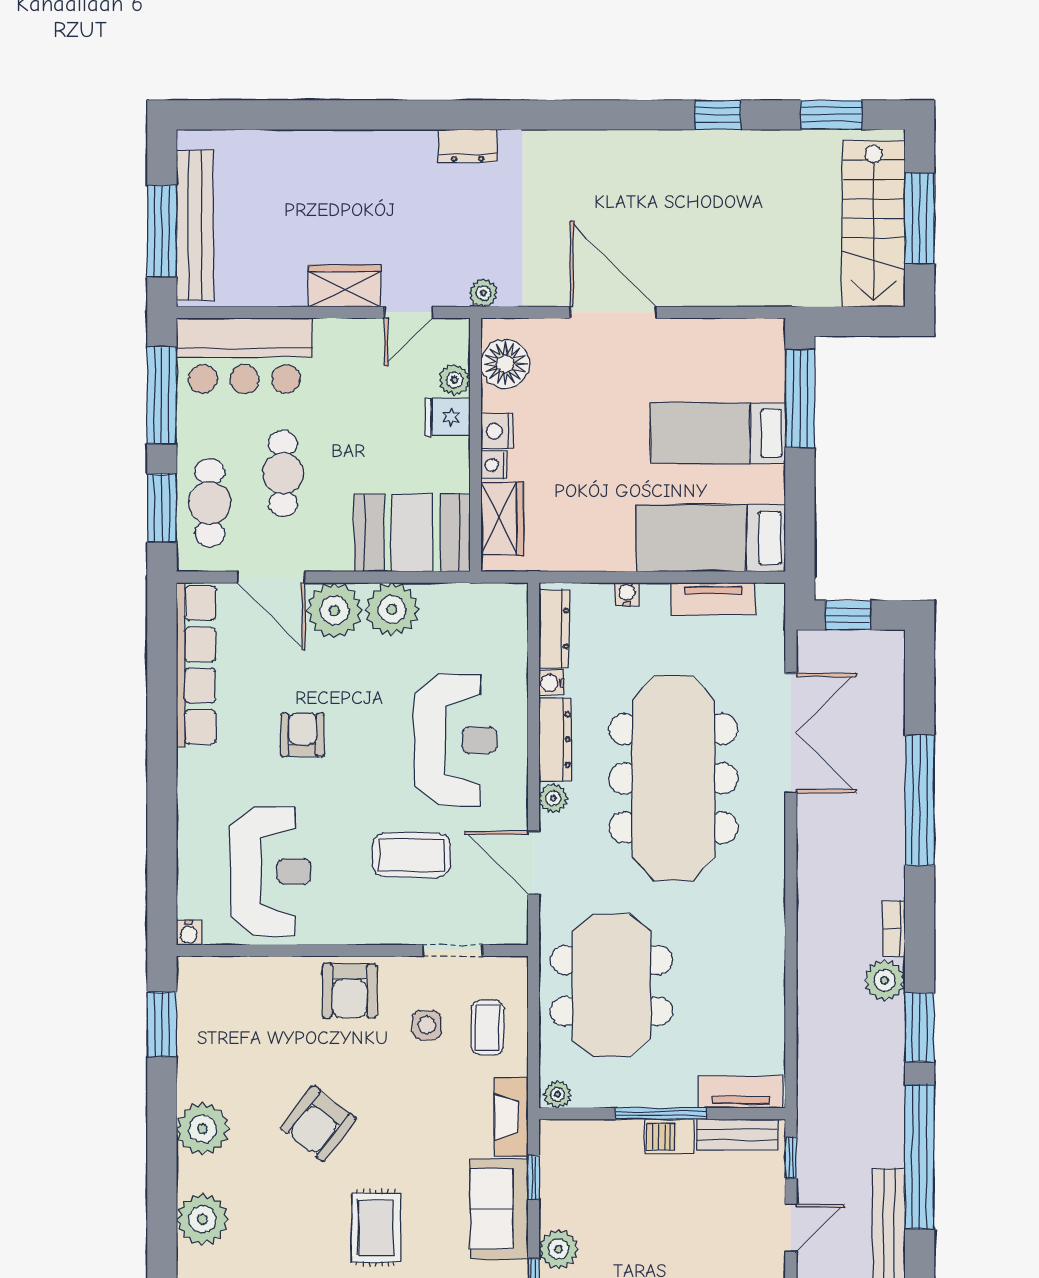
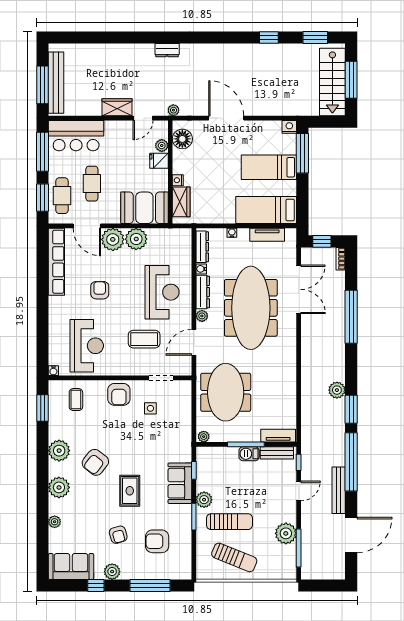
nightstand: (497, 431) -> (289, 127), moved, turned 90
door: (533, 863) -> (194, 342), hinge flipped
bookcase: (894, 929) -> (341, 259), moved
coffee table: (487, 1028) -> (76, 400), moved
fireplace: (511, 1117) -> (185, 446), removed
armchair: (318, 1123) -> (95, 462), moved

